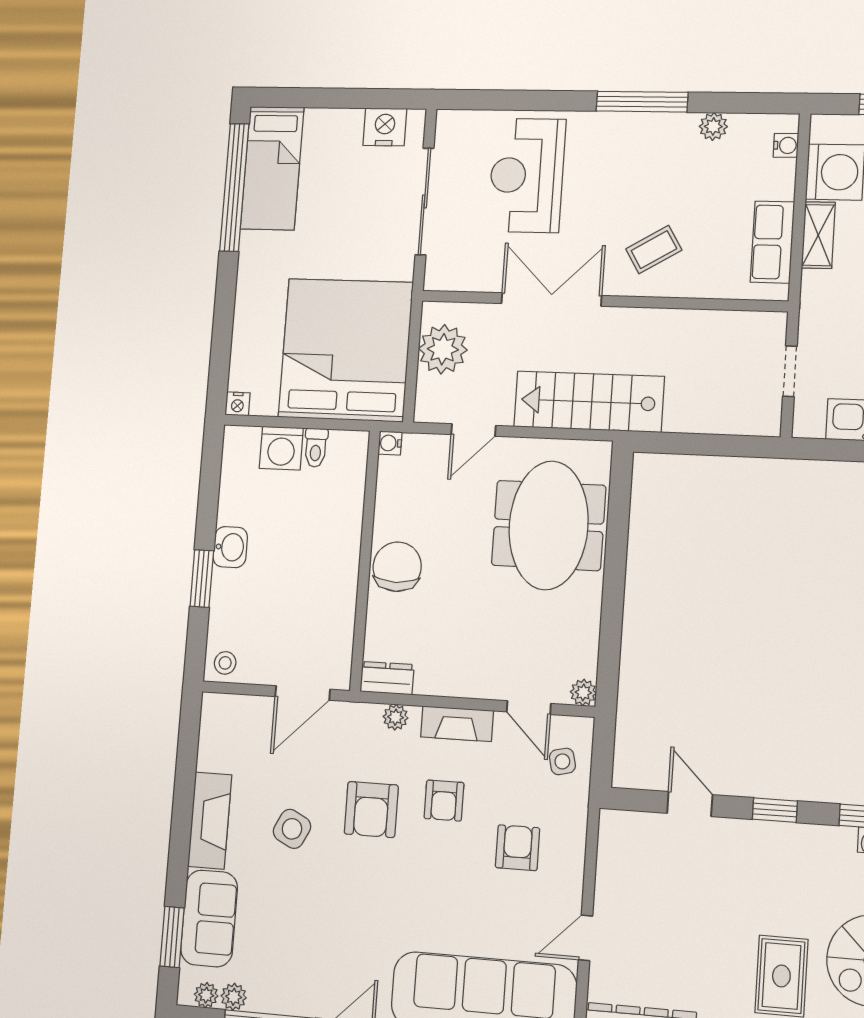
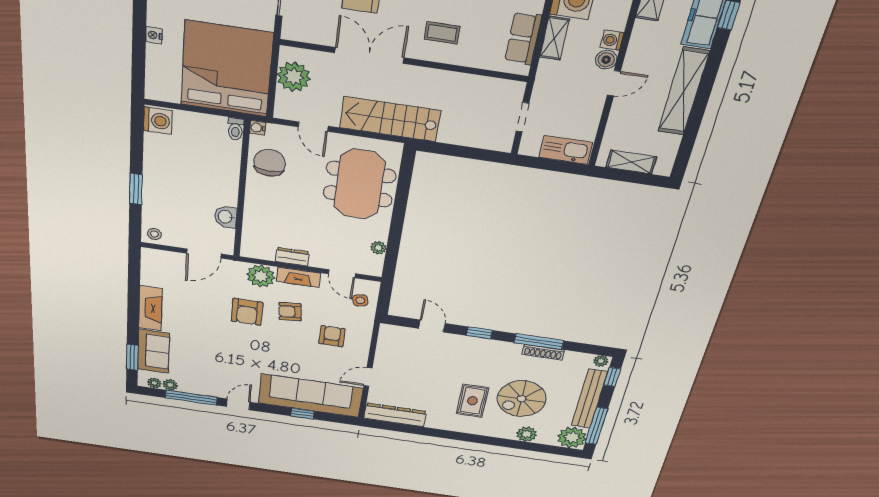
coffee table: (654, 250) -> (442, 33), turned 31
nightstand: (238, 404) -> (154, 35), moved, turned 90
door: (473, 430) -> (313, 127), hinge flipped
washing machine: (281, 448) -> (158, 121), moved, turned -90
toilet: (316, 448) -> (236, 129), moved
washbasin: (230, 547) -> (226, 217), moved, turned 180
chair: (397, 567) -> (270, 163), moved
dresser: (387, 678) -> (292, 257), moved
plant: (583, 692) -> (378, 248), moved
plant: (396, 717) -> (261, 276), width x1.87, depth x1.87
armchair: (444, 801) -> (290, 312), turned 84
side table: (292, 829) -> (200, 316), removed

